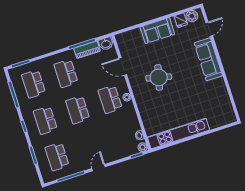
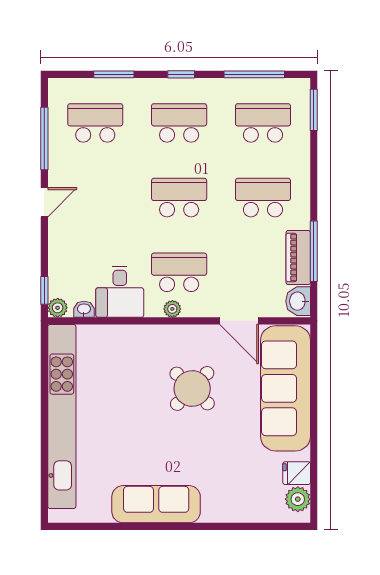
door: (209, 29) -> (259, 526), removed
sofa: (157, 31) -> (286, 388), width x1.85, depth x1.27
sofa: (208, 59) -> (156, 504), moved
door: (123, 66) -> (239, 321), swing flipped
round table: (159, 77) -> (192, 388), turned 30
desk: (127, 122) -> (120, 292), added
kitchen unit: (178, 134) -> (62, 416), width x1.36
door: (99, 168) -> (44, 202), hinge flipped

